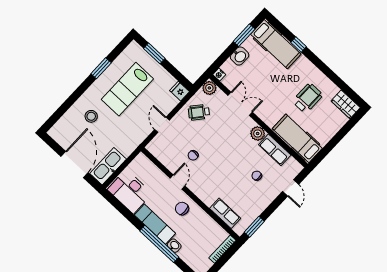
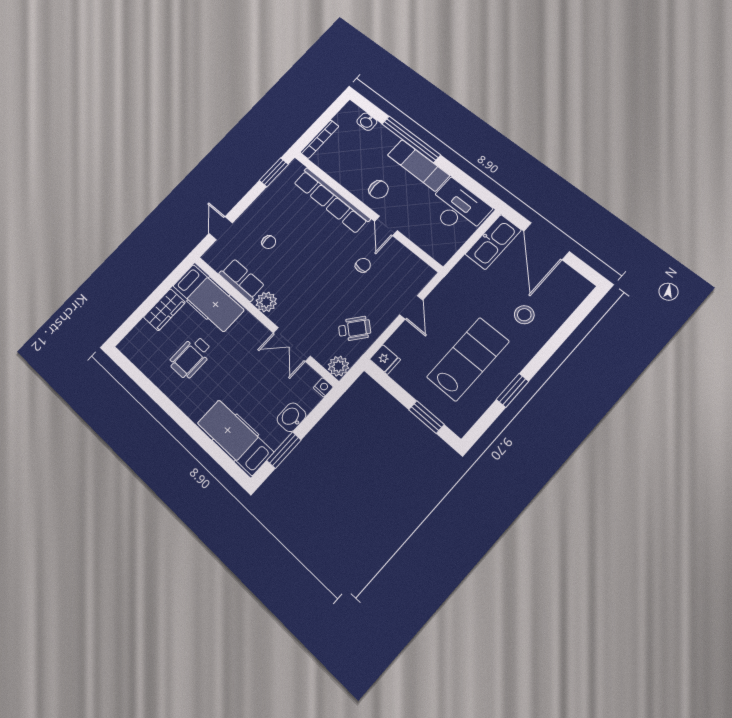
window: (298, 44) -> (201, 438), removed
wardrobe: (346, 104) -> (164, 310), moved, turned 90
row of seats: (225, 213) -> (331, 200), width x2.02
washbasin: (174, 246) -> (367, 122), moved

